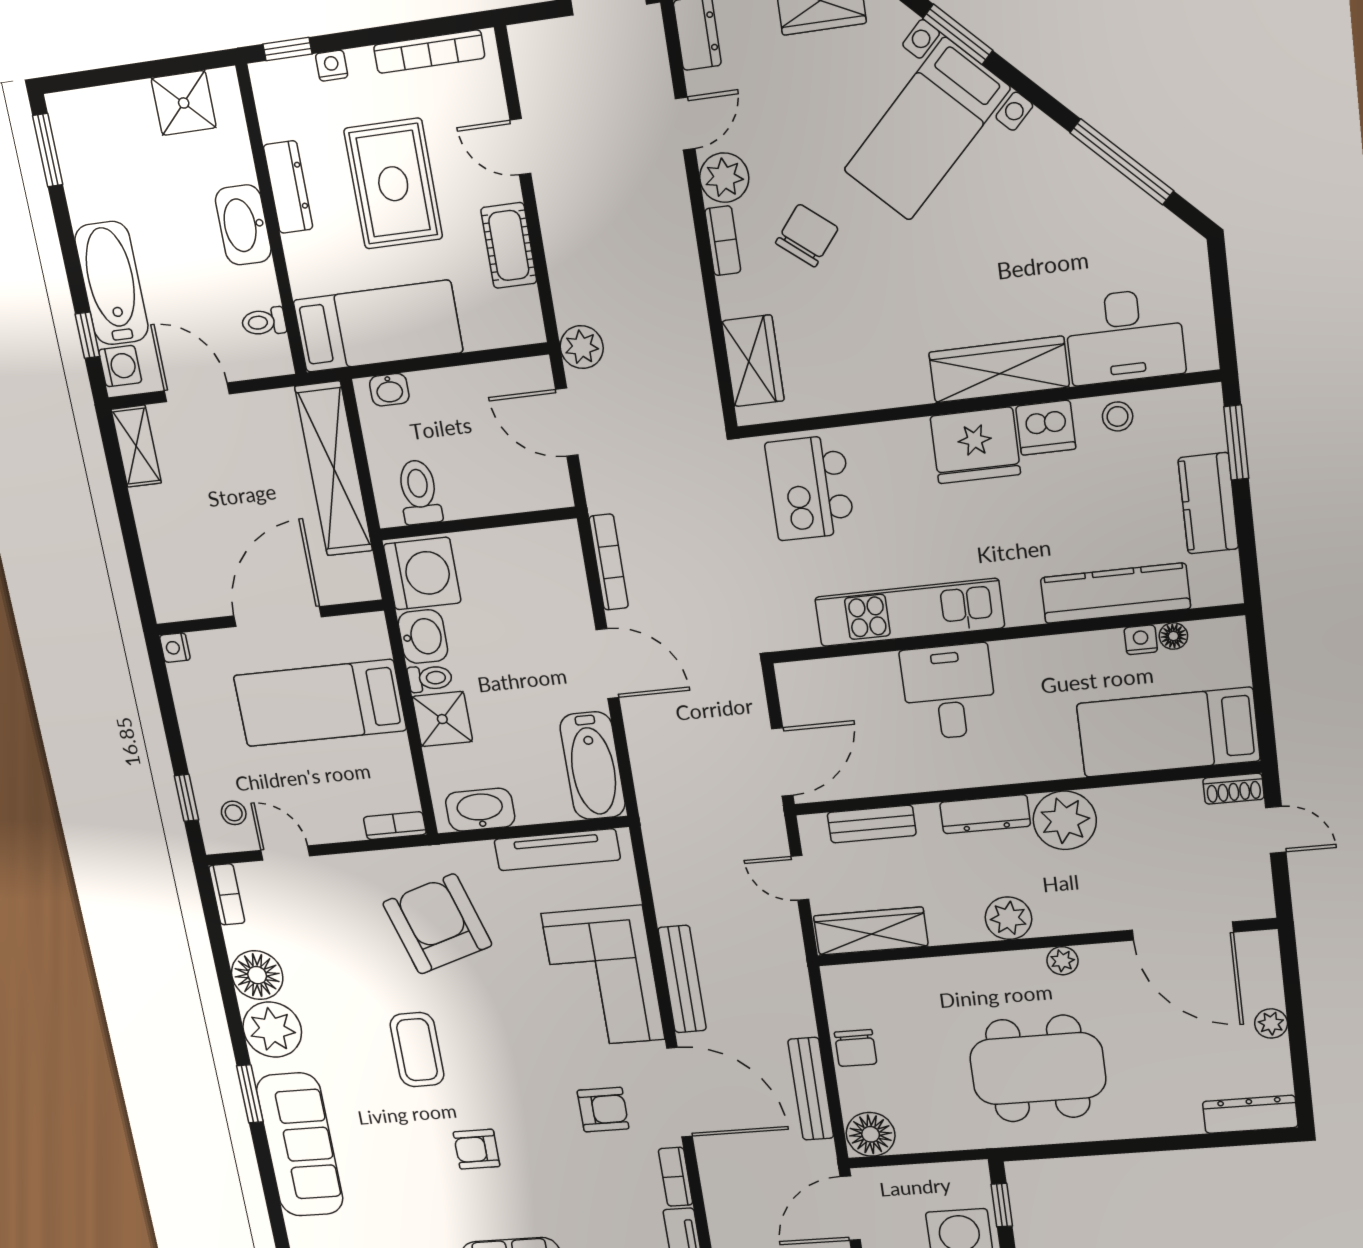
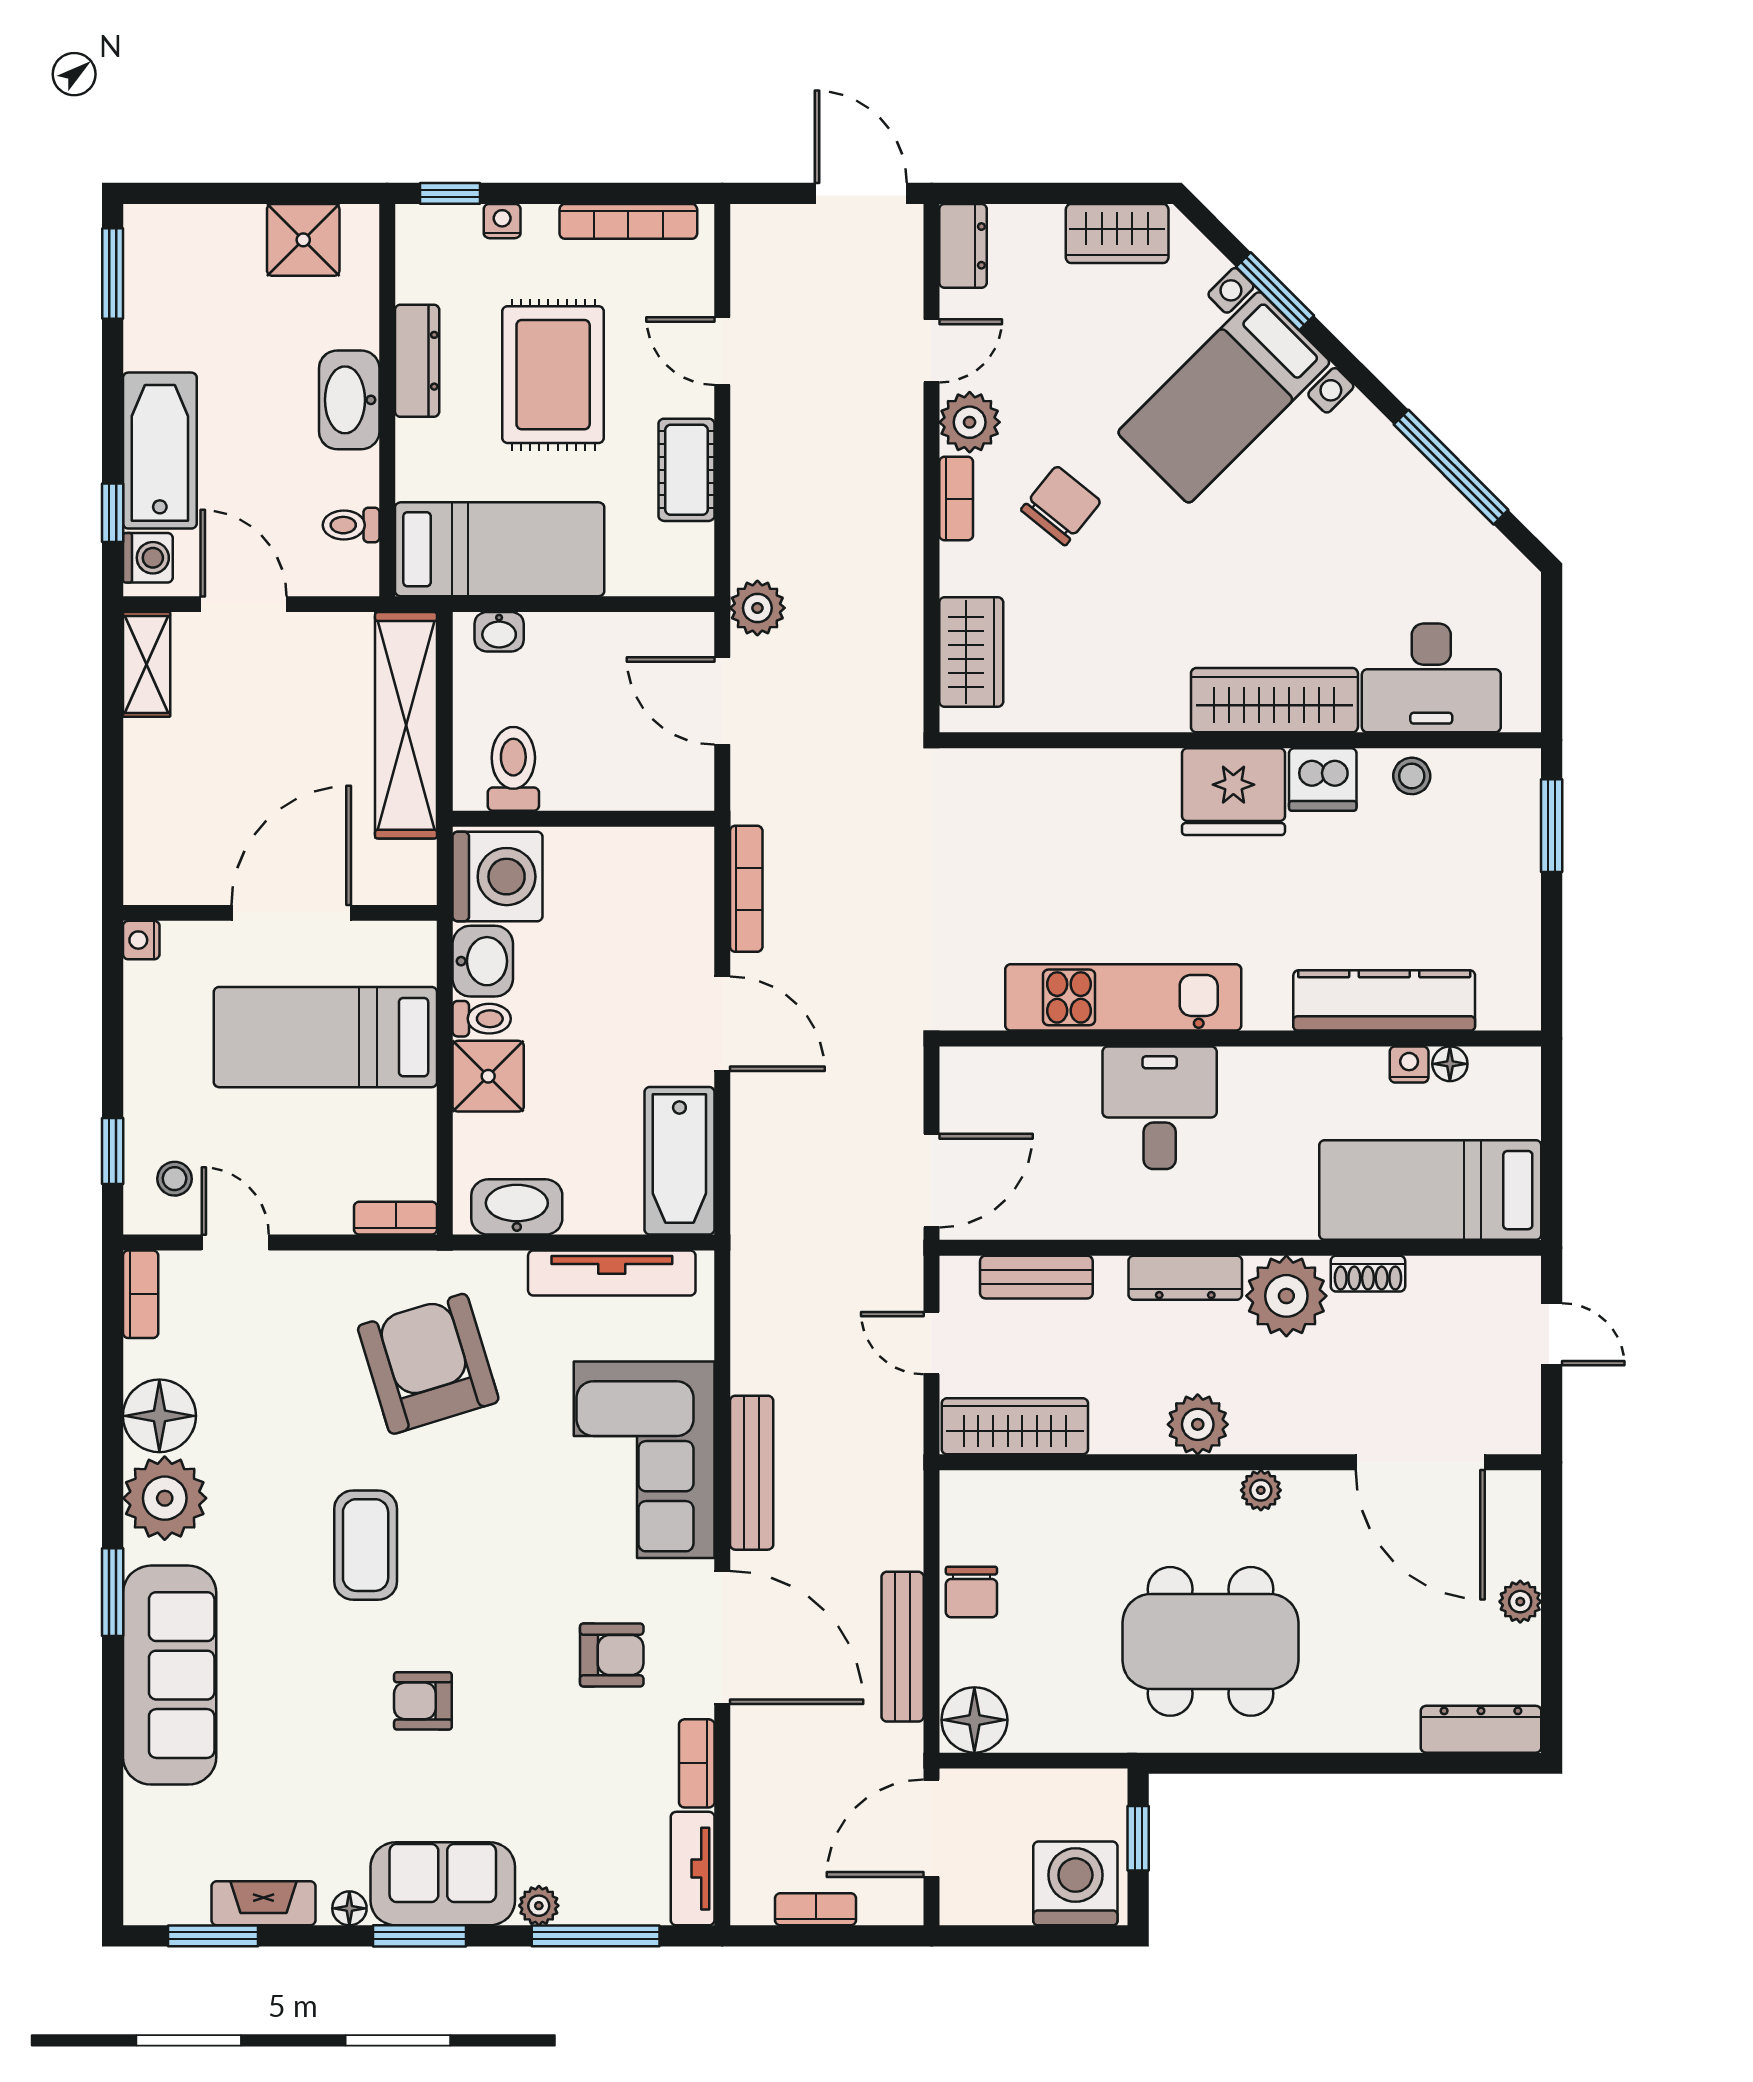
kitchen island: (810, 488) -> (1020, 821), removed
kitchen counter: (1208, 503) -> (1510, 898), removed
shoe rack: (1233, 789) -> (1368, 1274), moved

